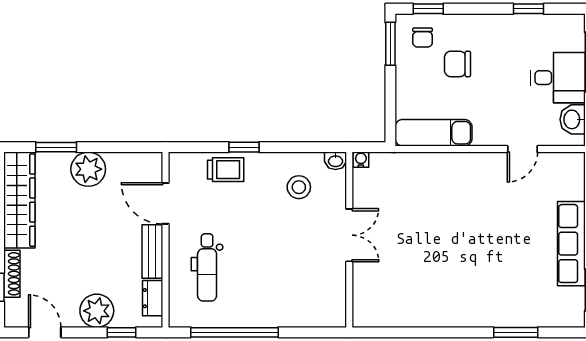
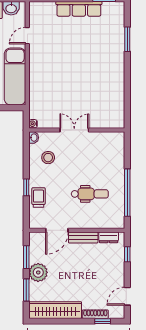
exam couch: (434, 133) -> (15, 76), width x1.36, depth x1.45
window: (116, 147) -> (26, 257), added
door: (522, 149) -> (27, 36), swing flipped
dental chair: (207, 267) -> (90, 194), moved
plant: (97, 311) -> (115, 268), removed

